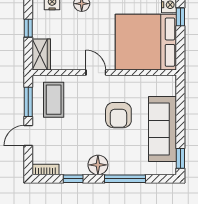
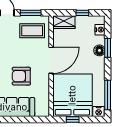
window: (180, 17) -> (73, 119), moved
door: (96, 73) -> (51, 60), width x1.88

